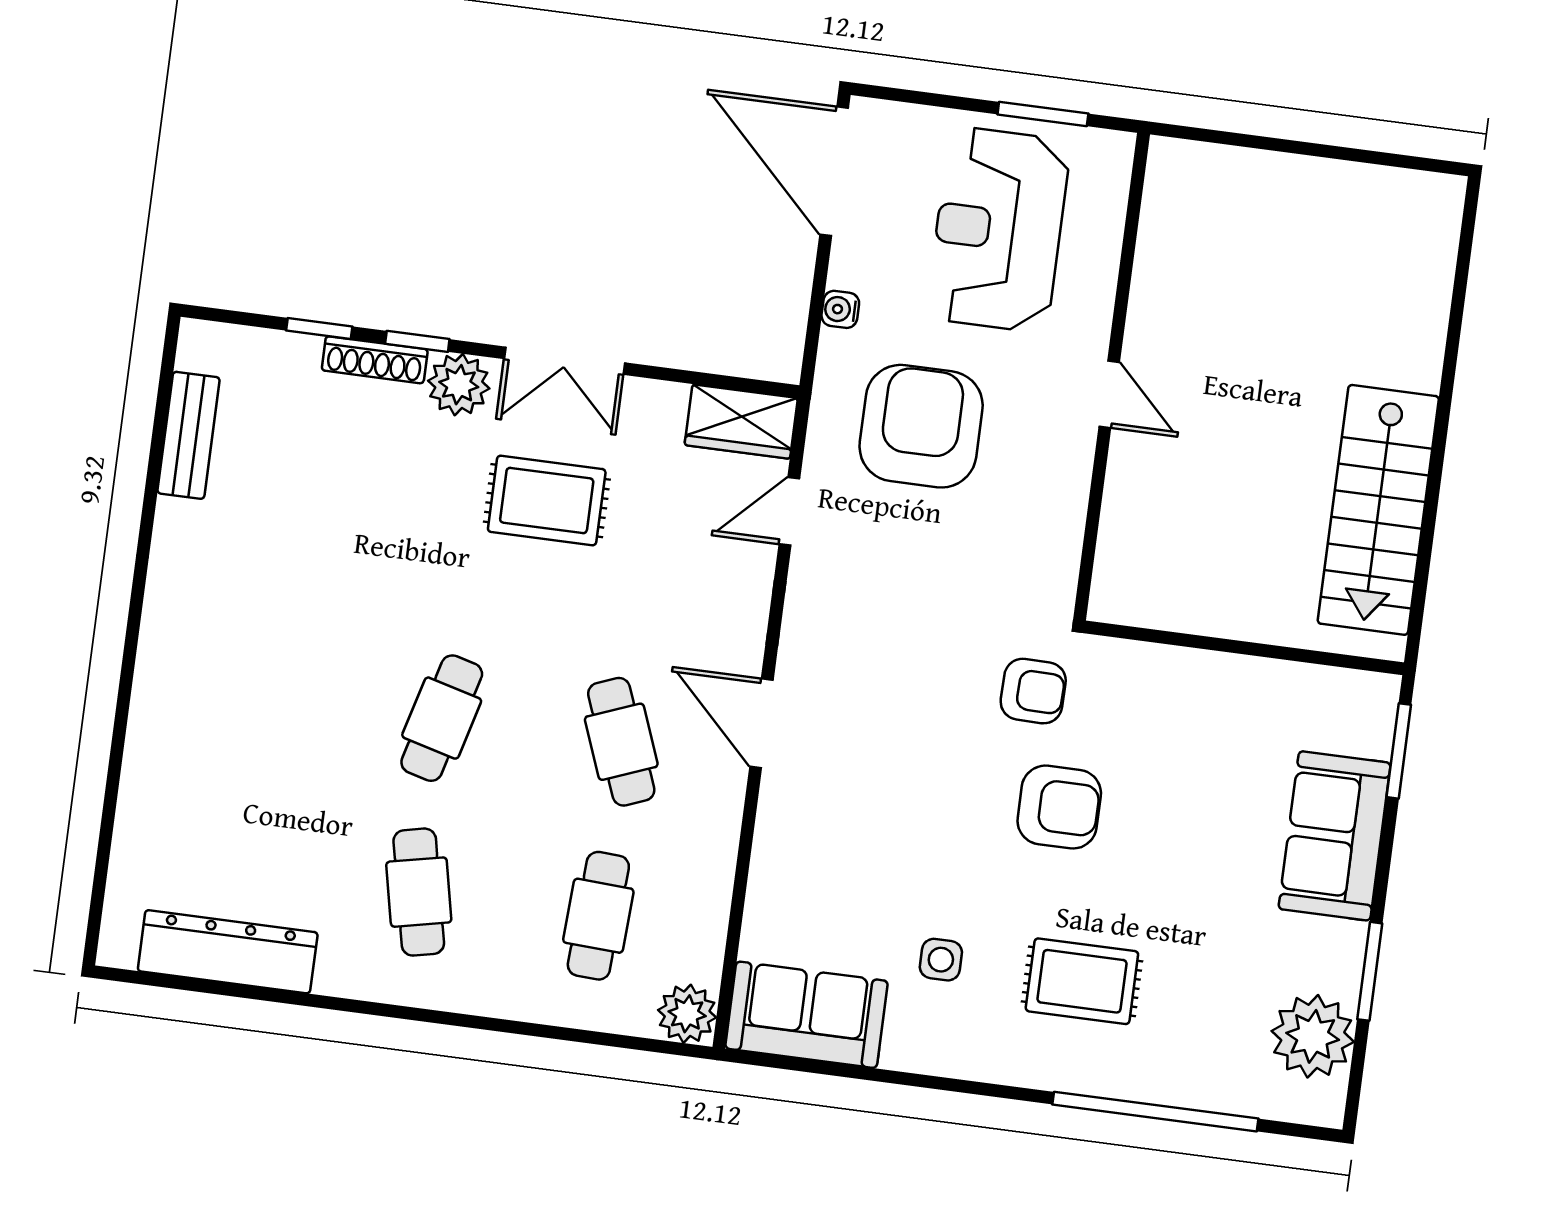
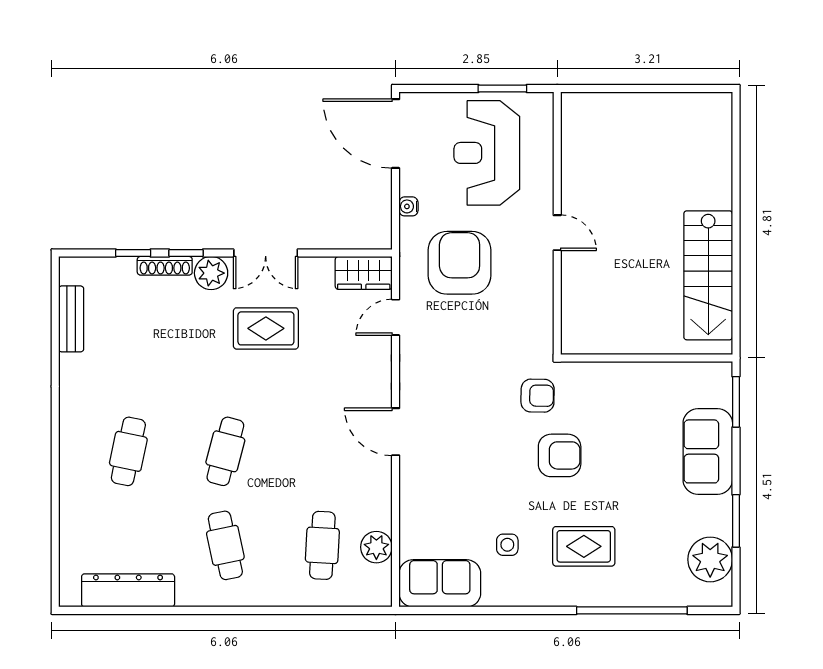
cafe table: (621, 742) -> (128, 451), moved, turned 33
plant: (687, 1014) -> (376, 547), moved

